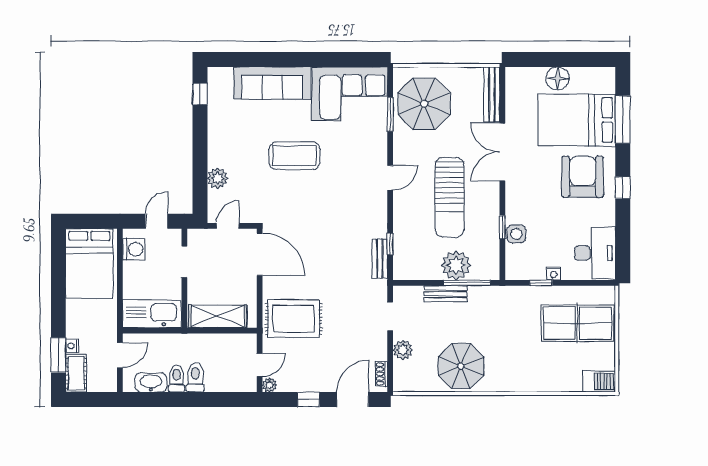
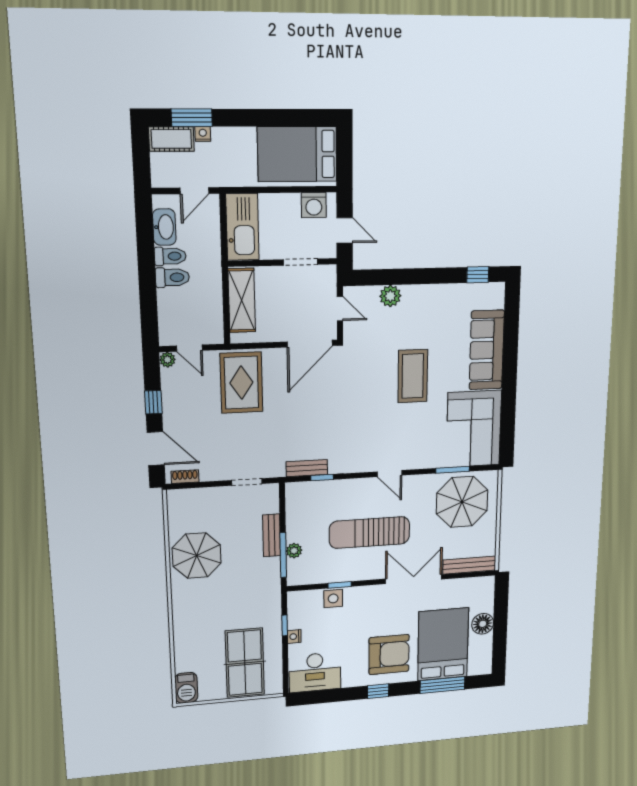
plant: (456, 265) -> (294, 551), width x0.53, depth x0.53
plant: (403, 350) -> (212, 497), removed
door: (120, 355) -> (194, 191), hinge flipped

